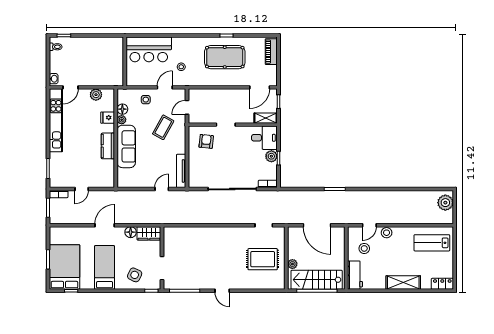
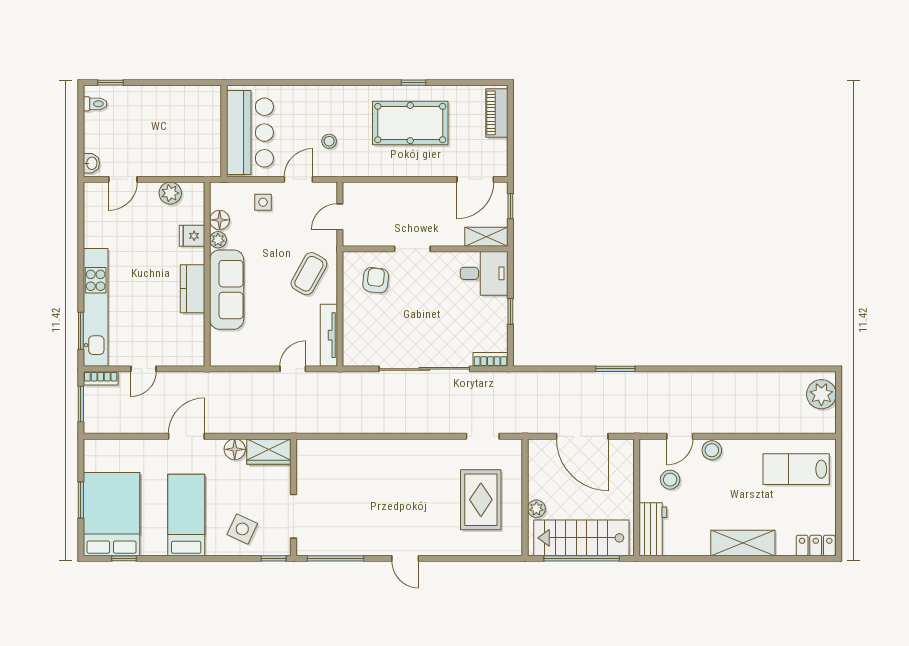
bar counter: (149, 49) -> (250, 133), moved, turned -90
kitchen unit: (56, 120) -> (96, 307), moved
coffee table: (163, 127) -> (309, 274), moved
plant: (271, 156) -> (497, 308), removed
rug: (263, 259) -> (481, 500), turned 90

